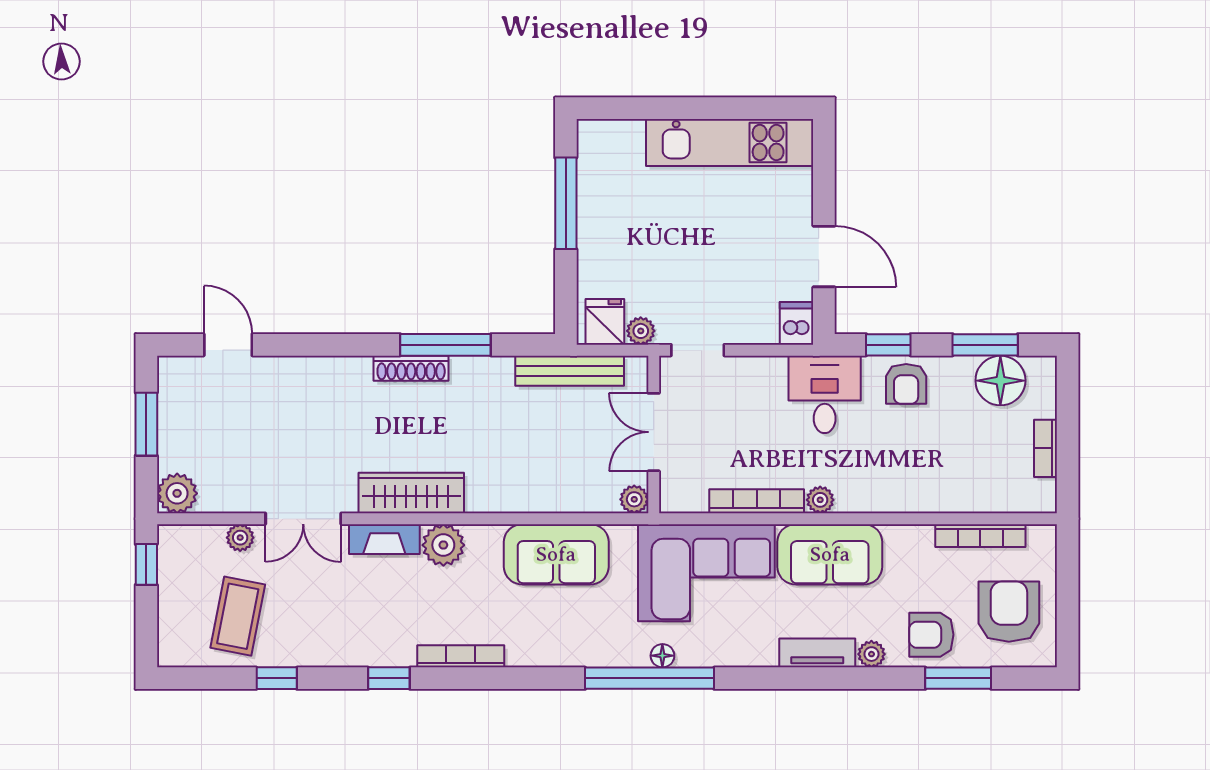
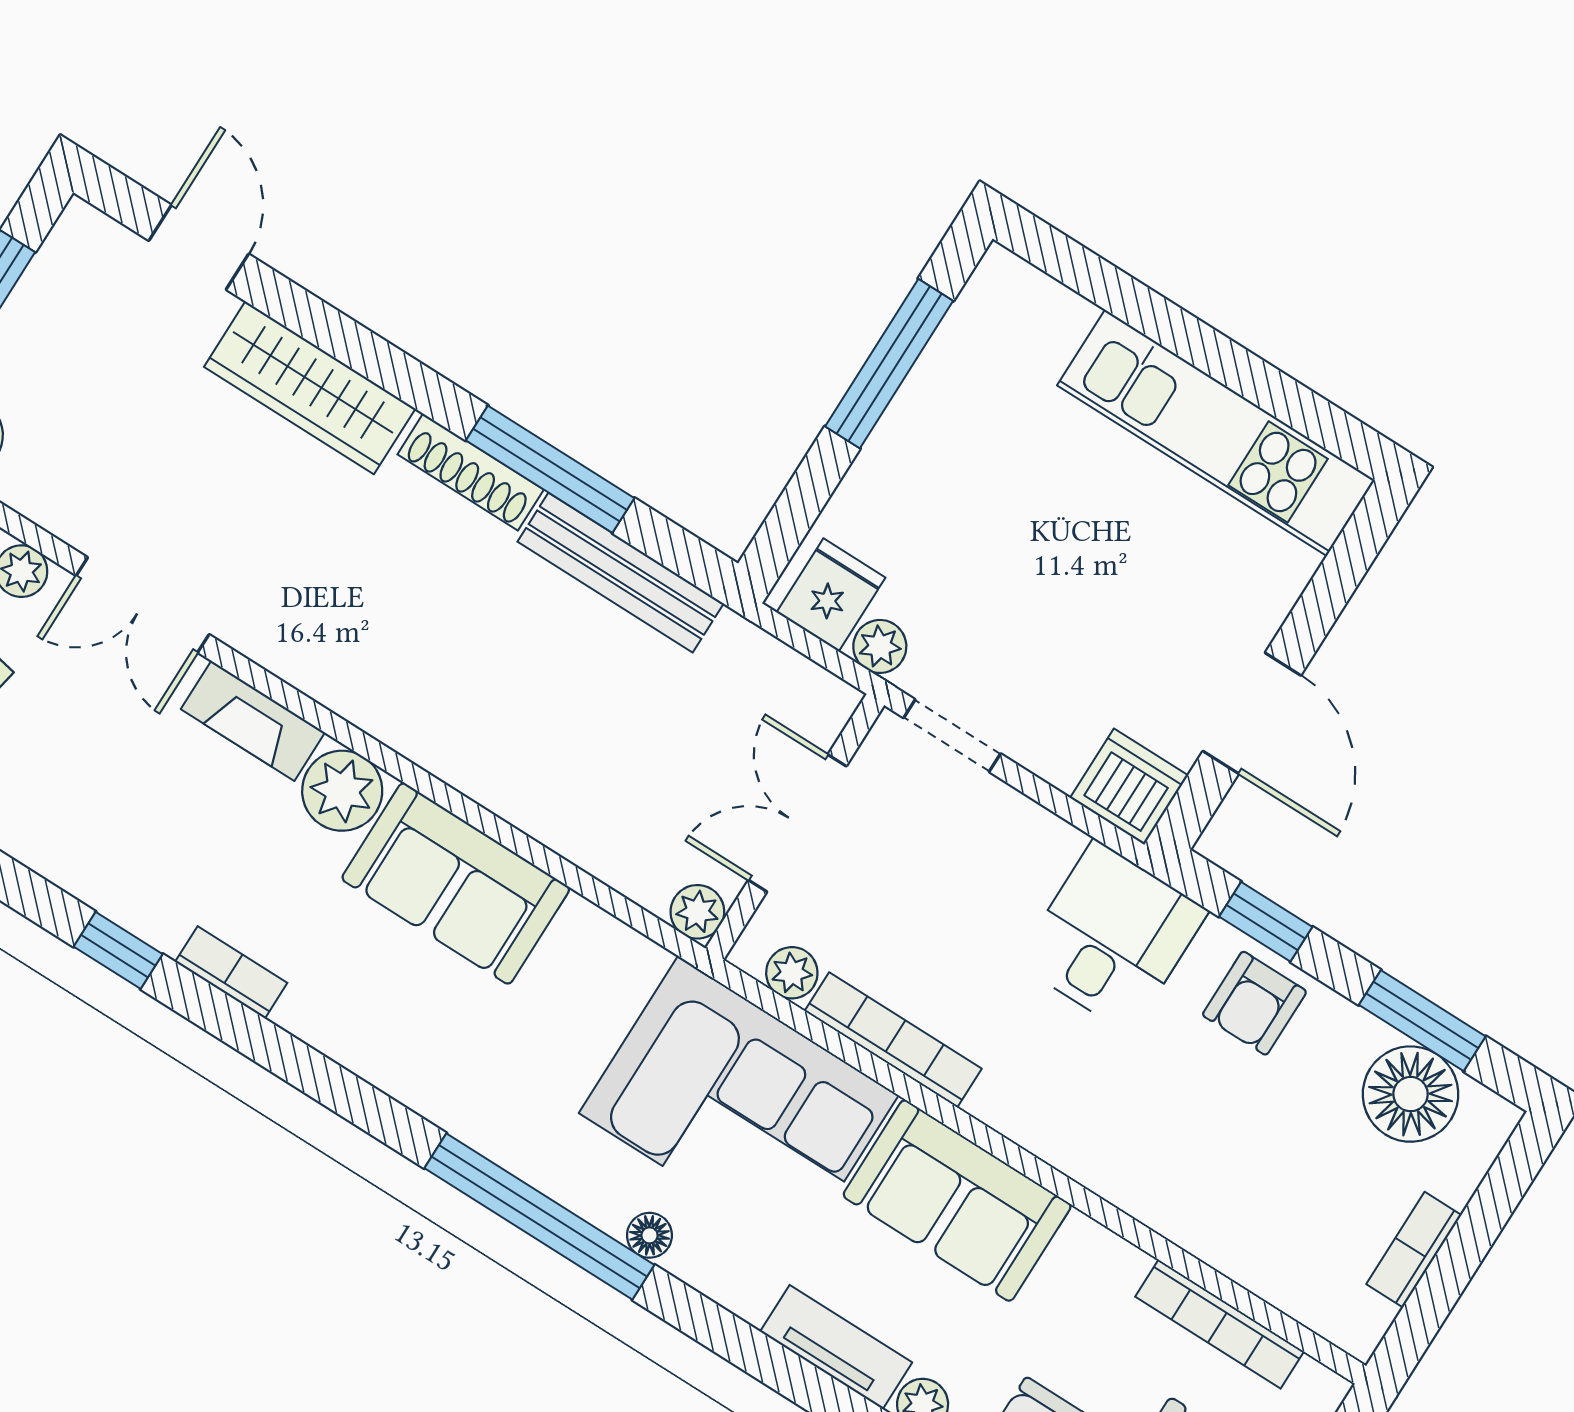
dishwasher: (796, 323) -> (1129, 787), width x1.38
bench: (570, 371) -> (621, 573), moved
wardrobe: (411, 493) -> (310, 388), moved, turned 180
plant: (820, 500) -> (792, 973), moved
sofa: (556, 554) -> (456, 883), moved
bookcase: (461, 656) -> (231, 972), width x0.64
floor lamp: (662, 656) -> (649, 1235), moved

